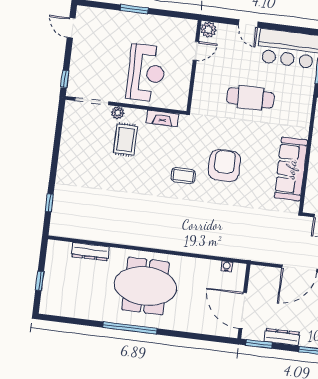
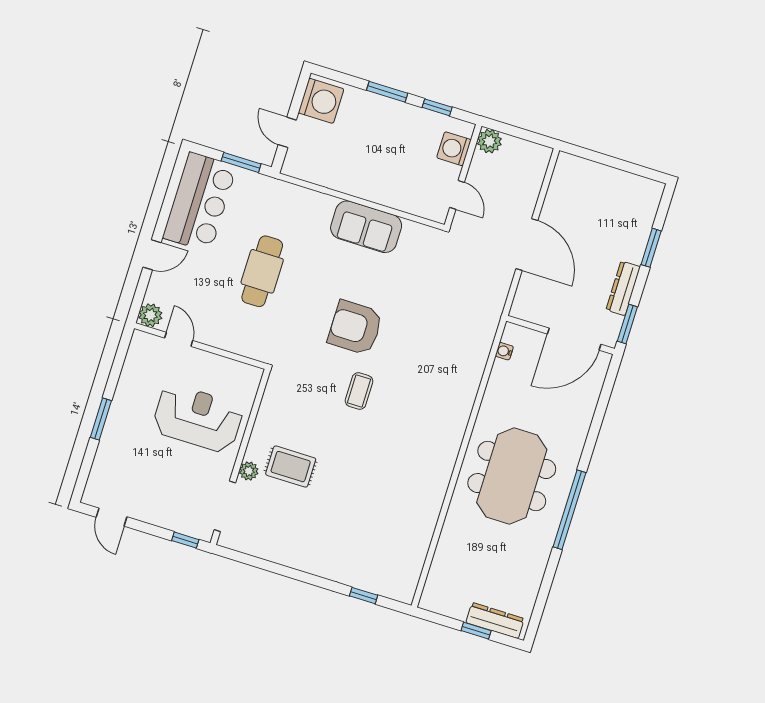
door: (71, 28) -> (112, 517), hinge flipped
fireplace: (162, 118) -> (269, 406), removed
sofa: (291, 169) -> (366, 227), width x0.73
dresser: (90, 252) -> (495, 621), moved, turned -90

